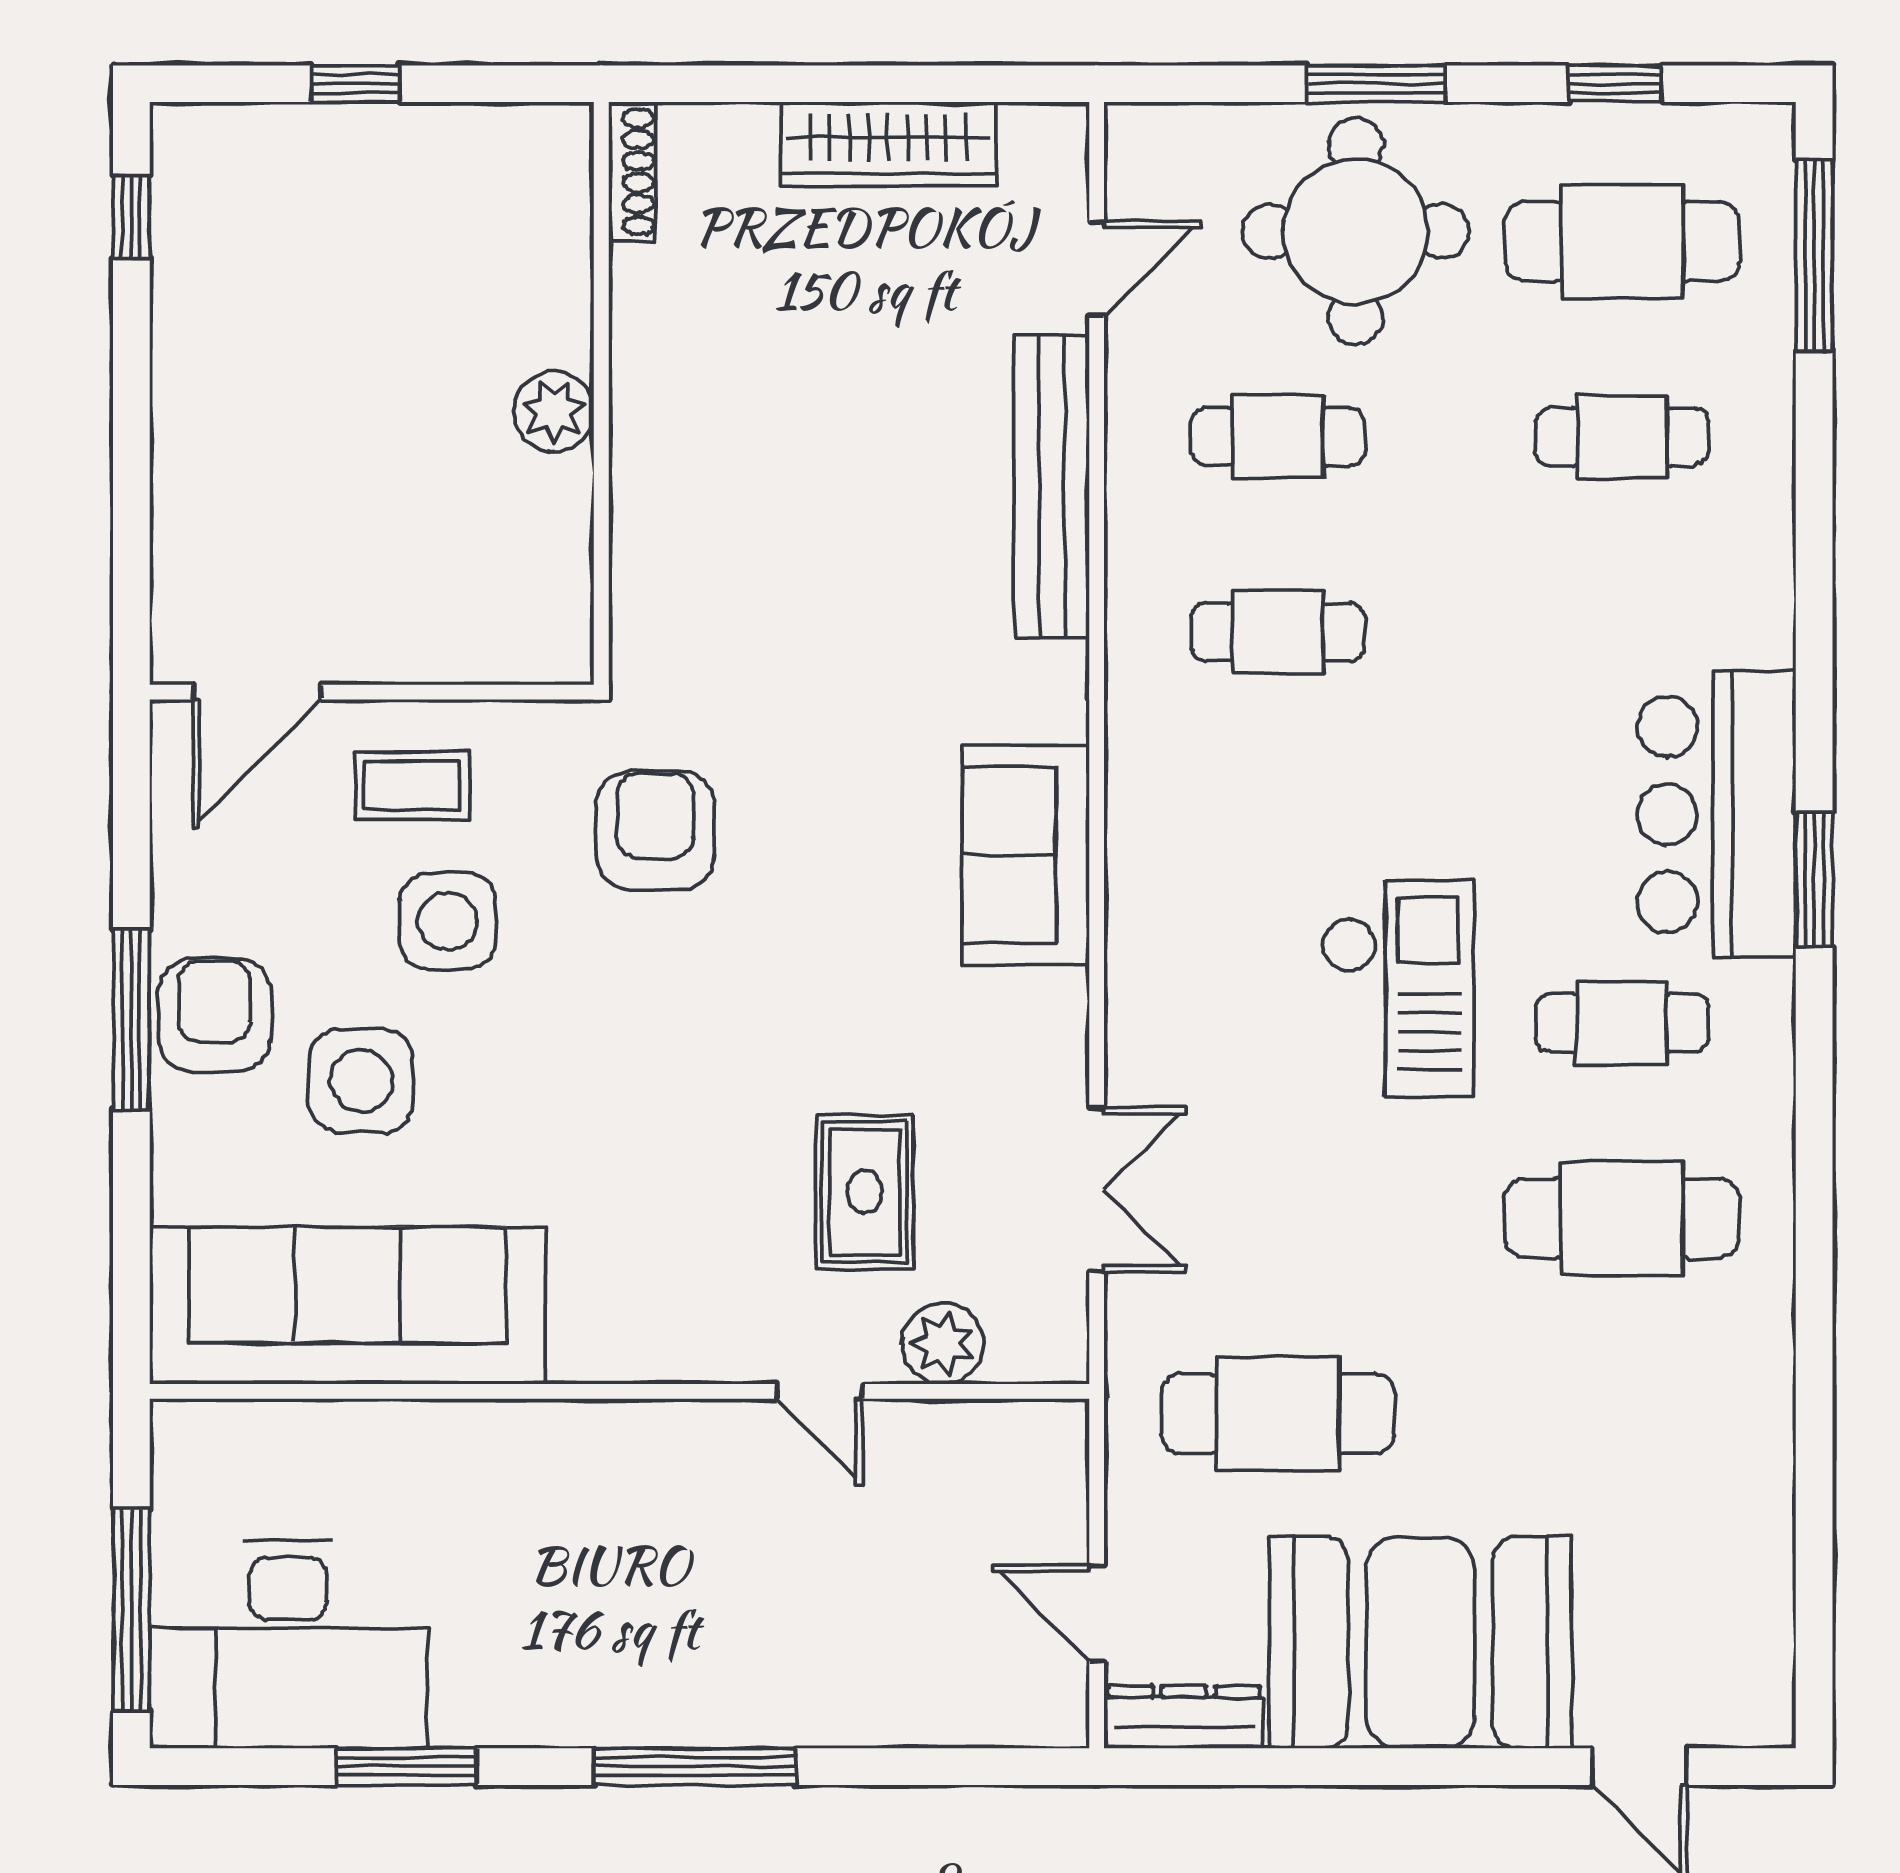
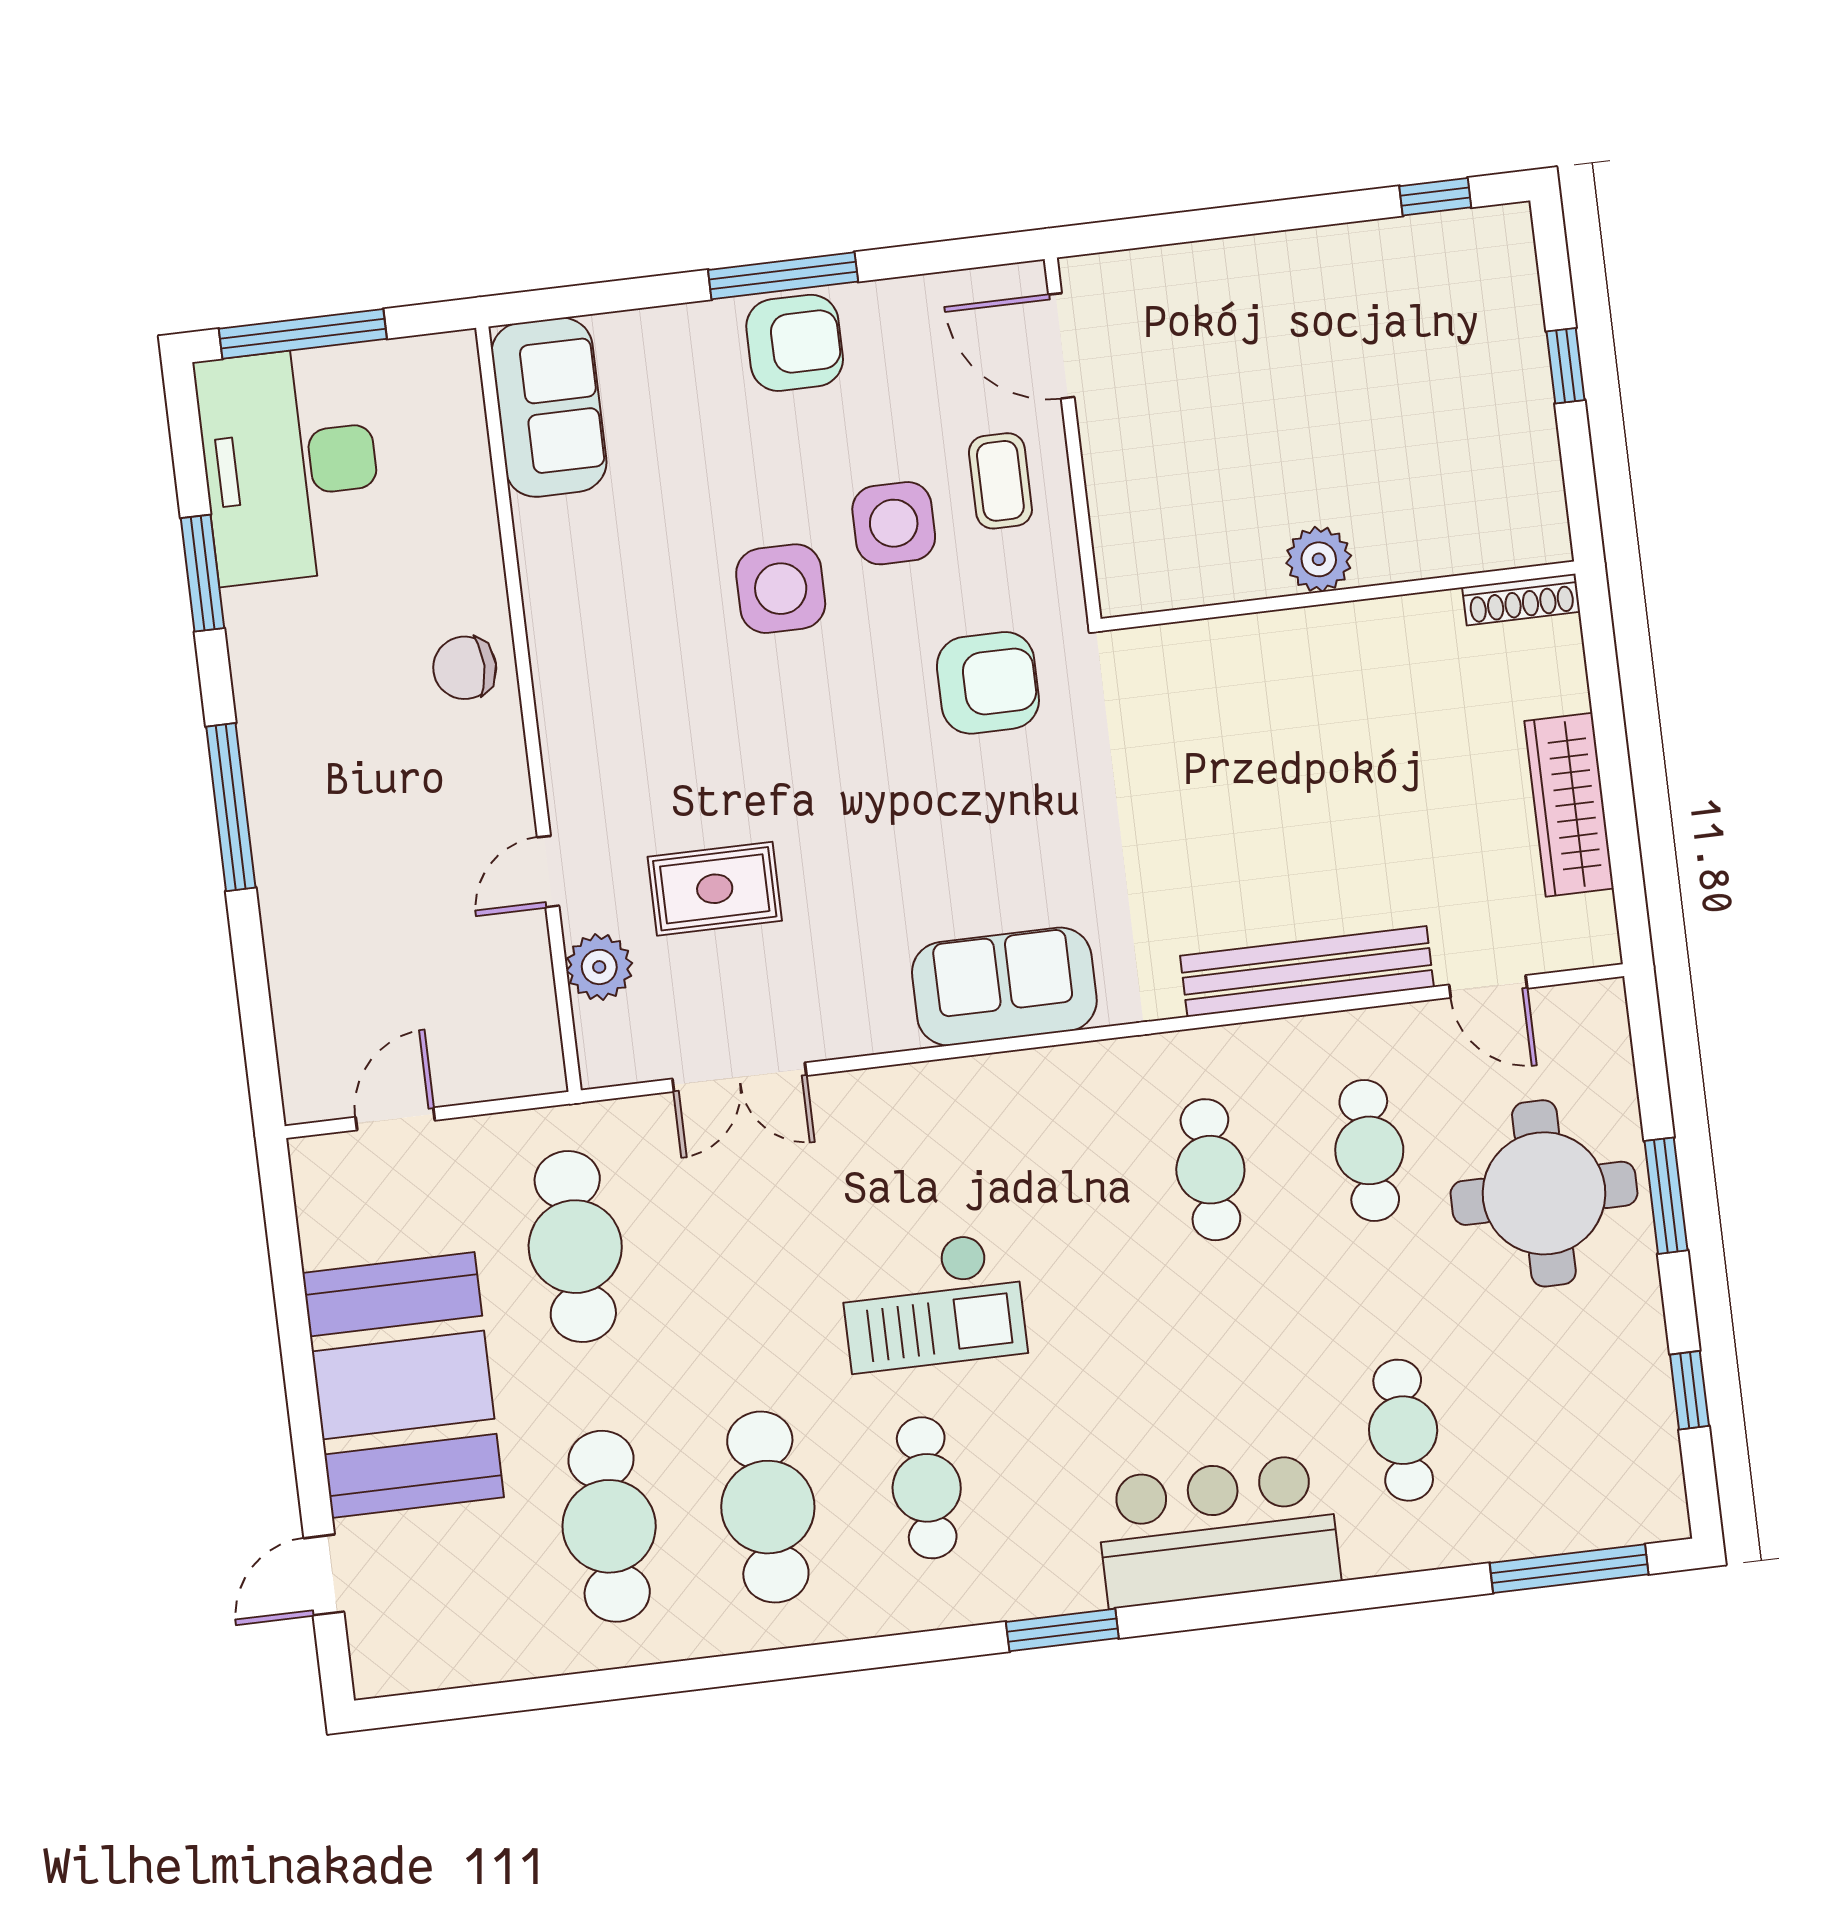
cafe table: (1622, 241) -> (609, 1526), moved
bar counter: (1716, 814) -> (1217, 1531), moved
side table: (361, 1081) -> (781, 589), moved
sofa: (348, 1305) -> (549, 407), width x0.54, depth x0.79
chair: (560, 1463) -> (465, 668), added
dresser: (1184, 1717) -> (319, 1200), removed

